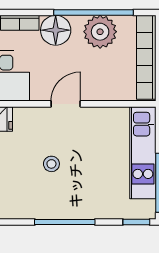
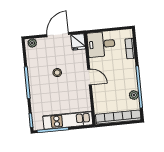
floor lamp: (56, 30) -> (128, 68), removed
plant: (100, 32) -> (134, 95), width x0.53, depth x0.53

